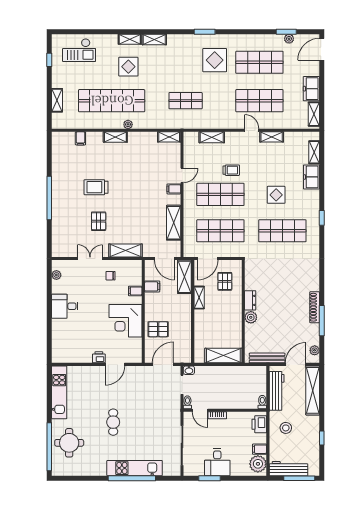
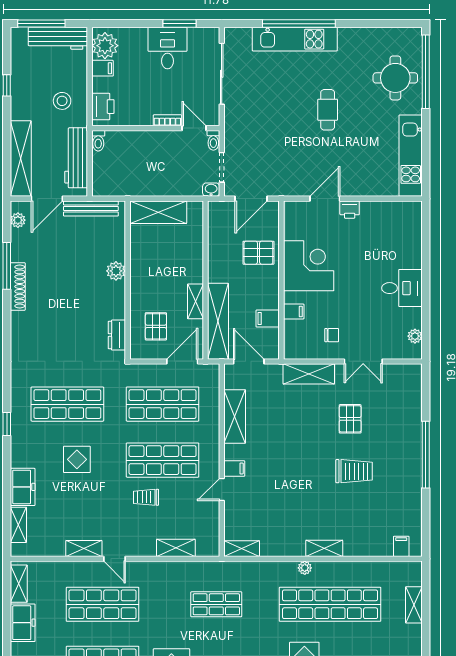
filing cabinet: (80, 138) -> (401, 546), moved
shelving: (184, 277) -> (218, 321), width x1.47
dresser: (250, 300) -> (117, 335), moved

